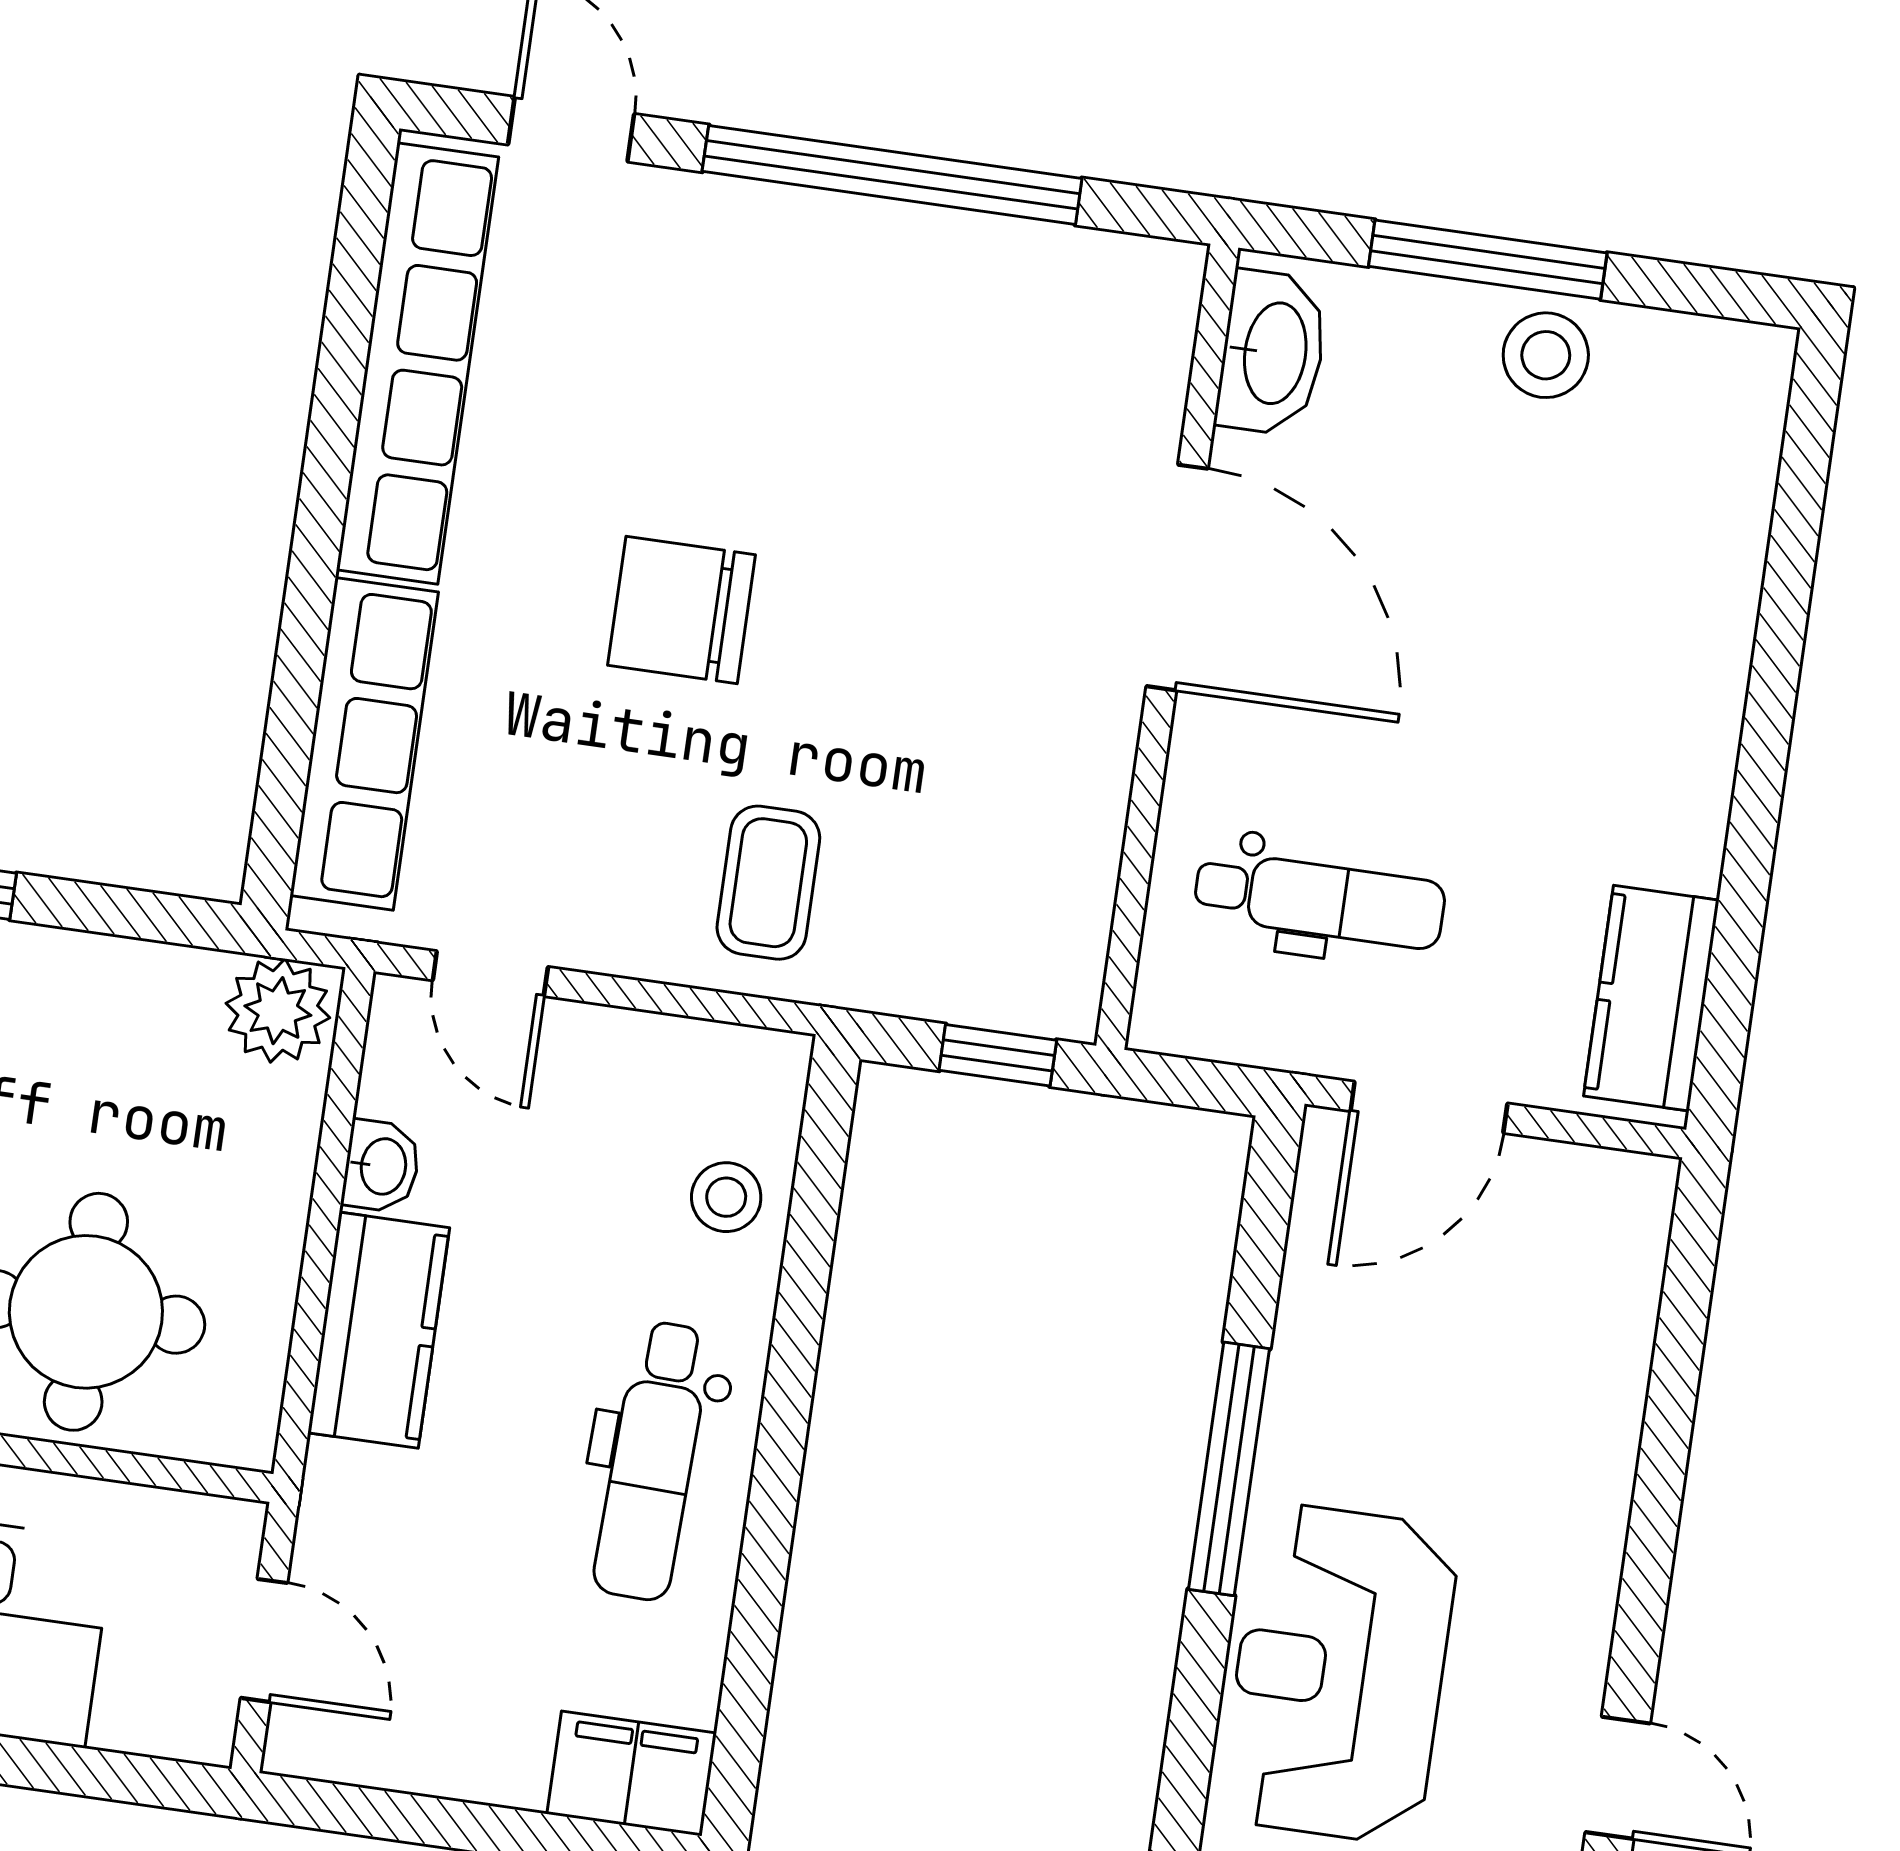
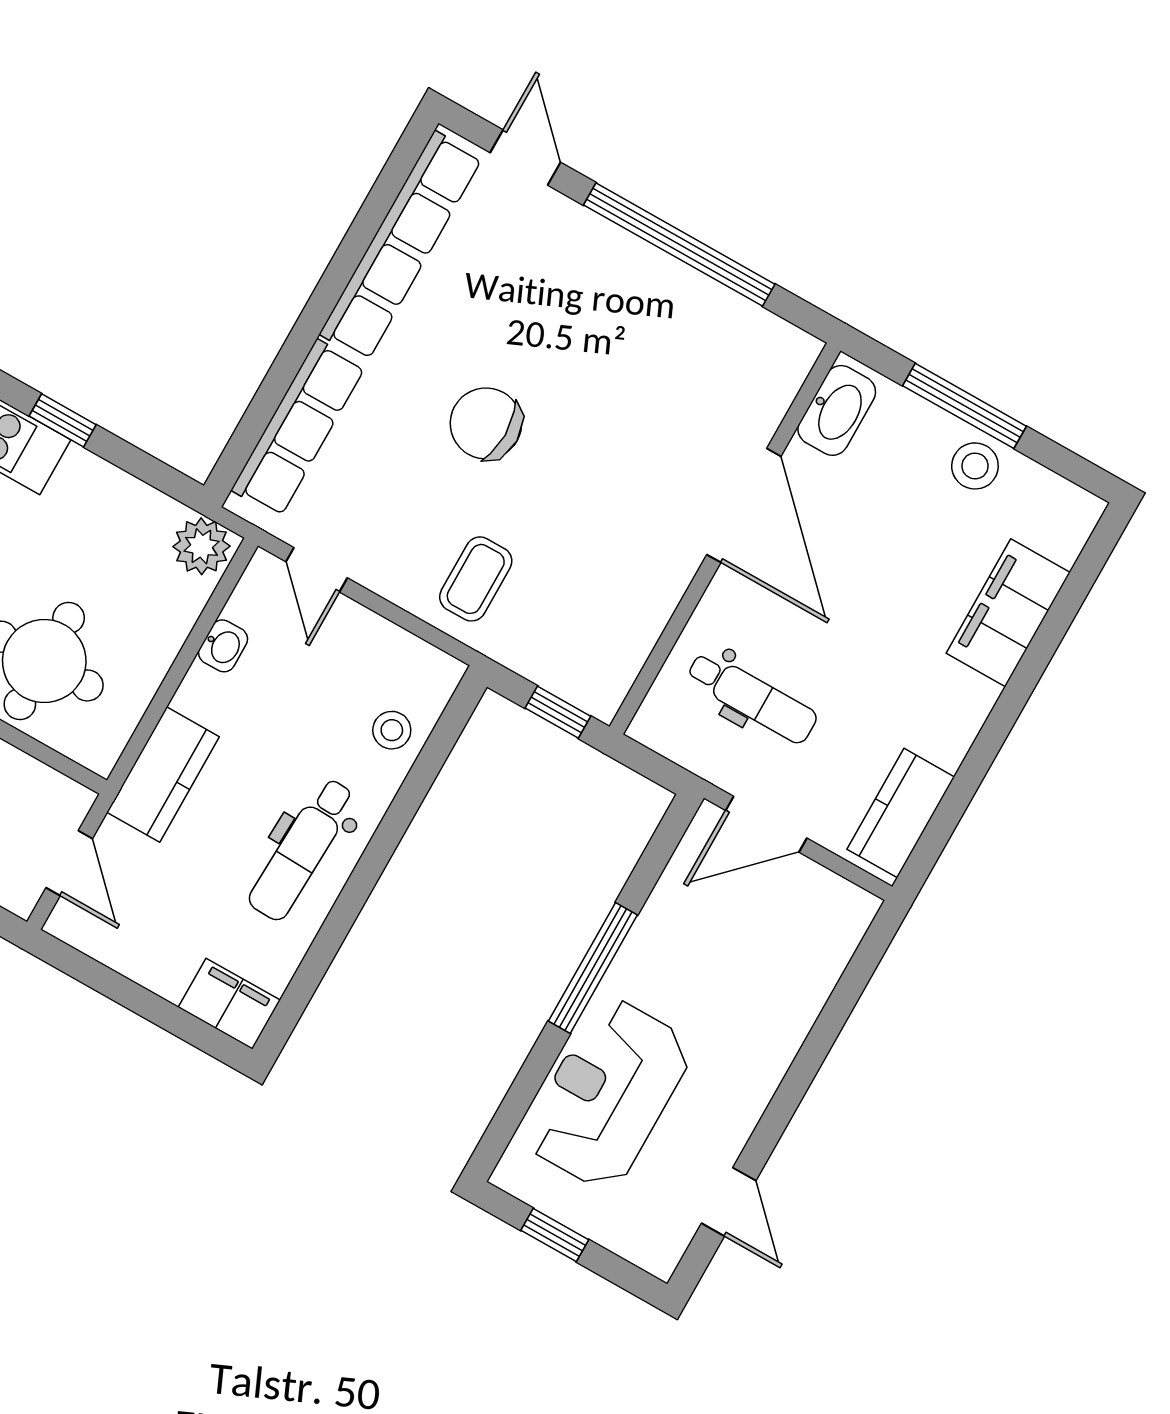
filing cabinet: (1701, 584) -> (1008, 613), added
kitchen counter: (379, 1330) -> (163, 774), moved

